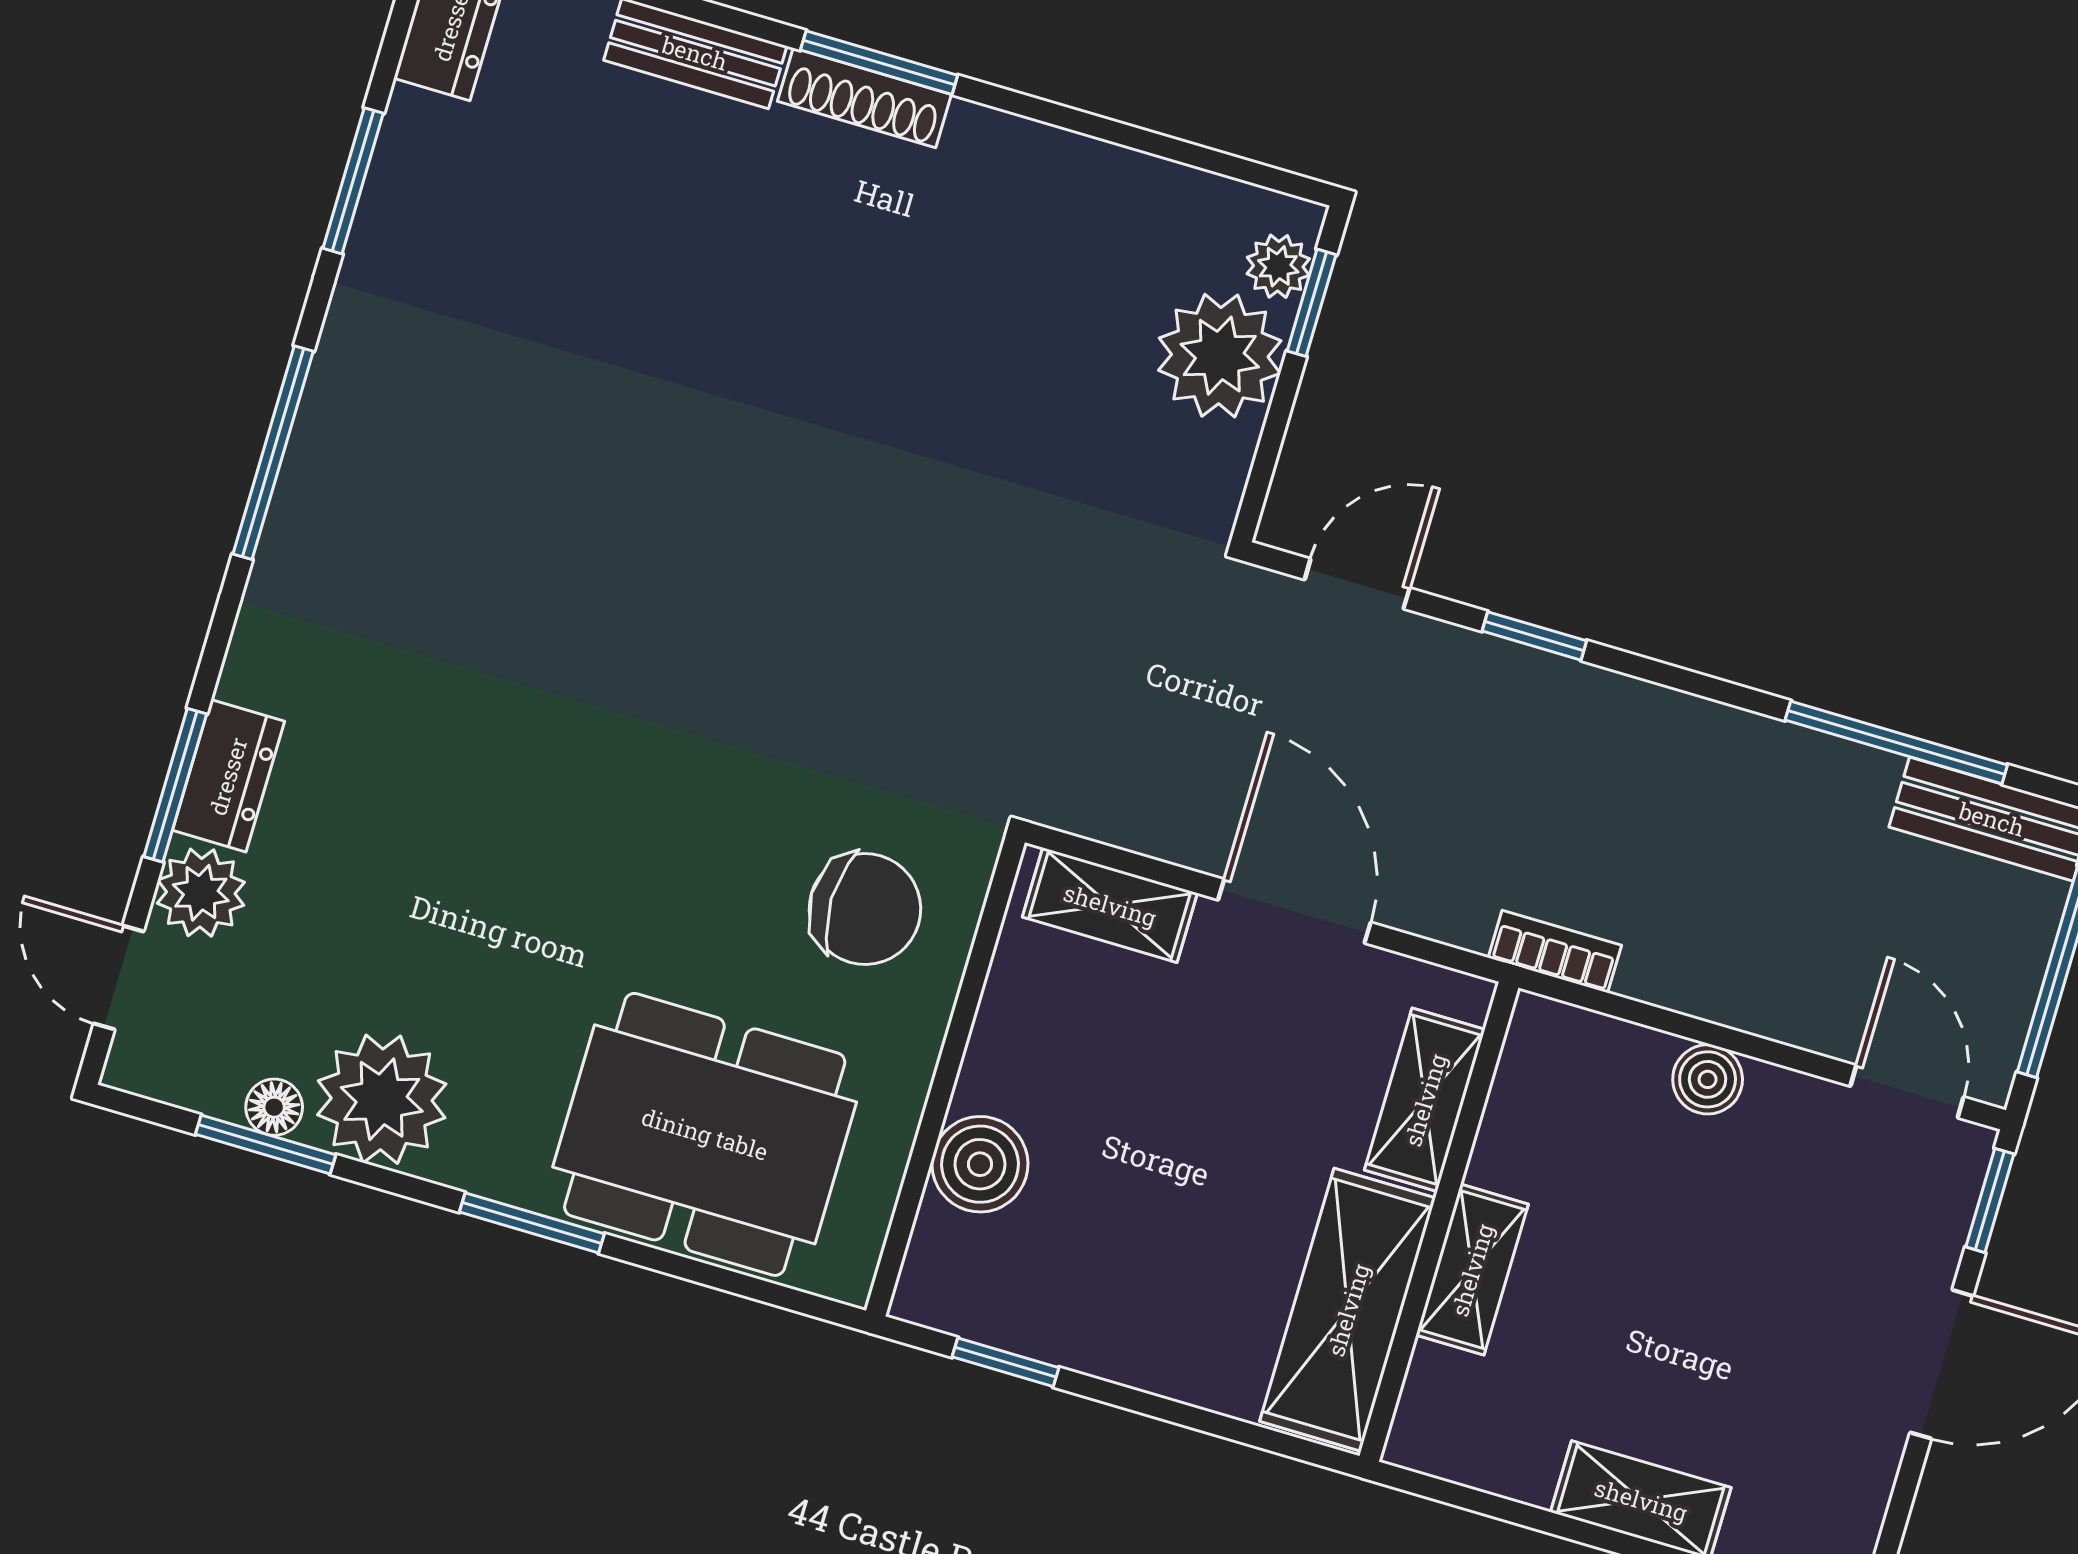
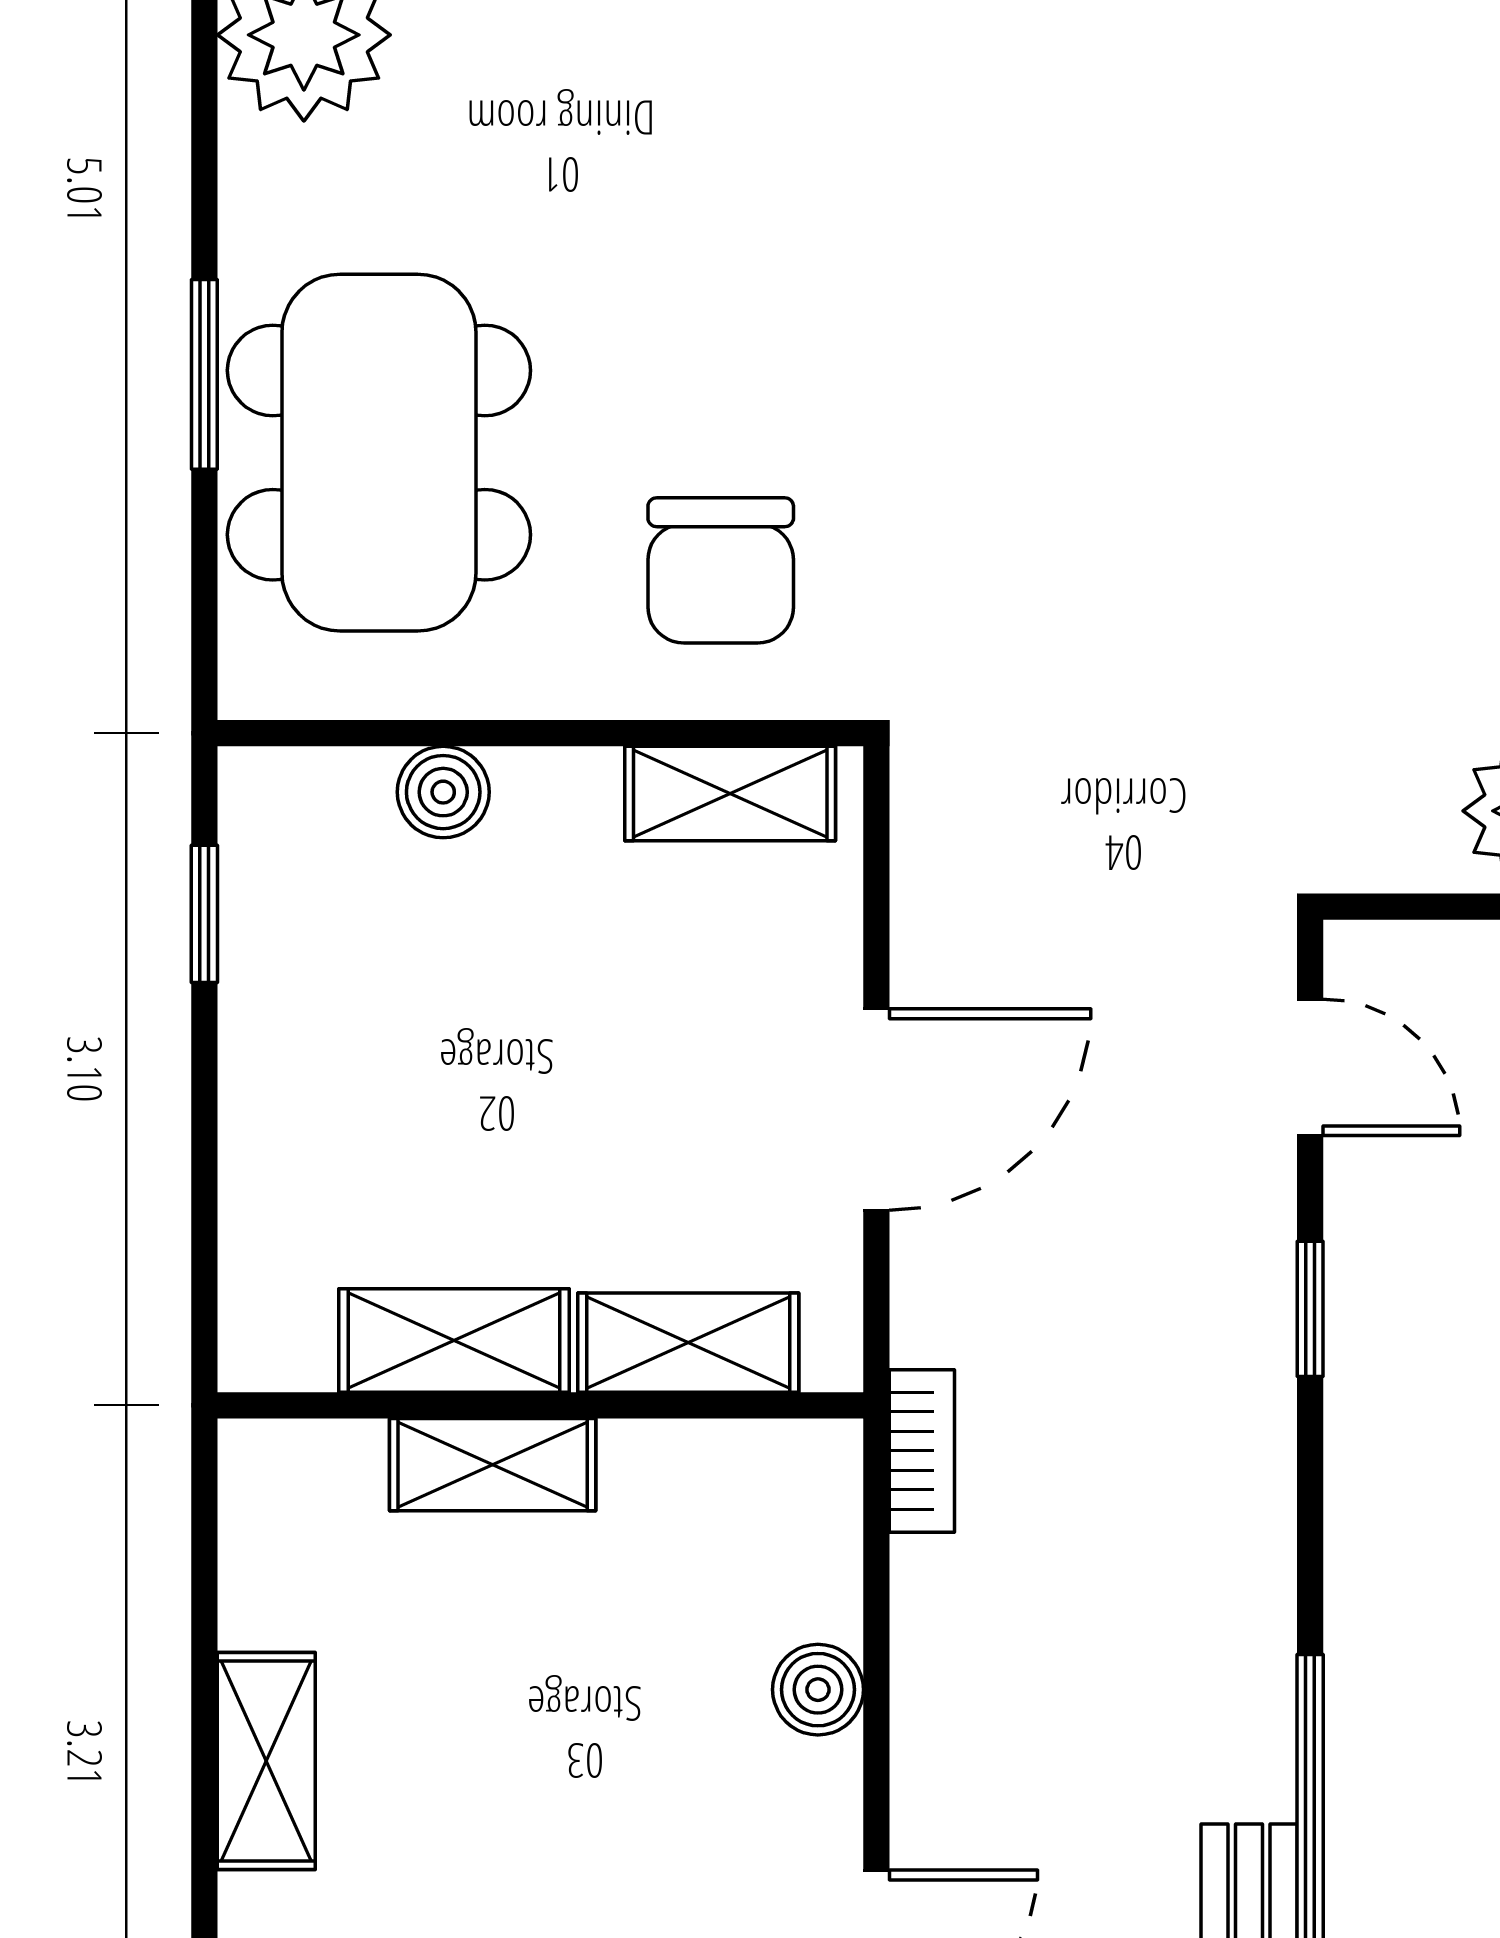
shelving: (1110, 905) -> (730, 794), moved, turned 90
boiler: (980, 1164) -> (443, 792), width x0.73, depth x0.73
window: (532, 1223) -> (204, 374), moved
shelving: (1348, 1310) -> (454, 1341), width x0.67, depth x0.75

